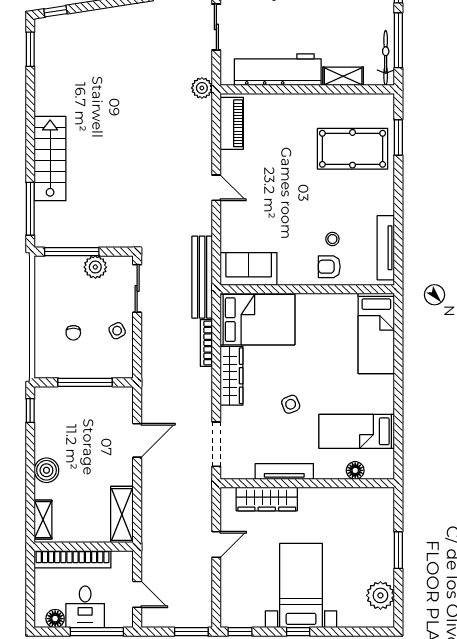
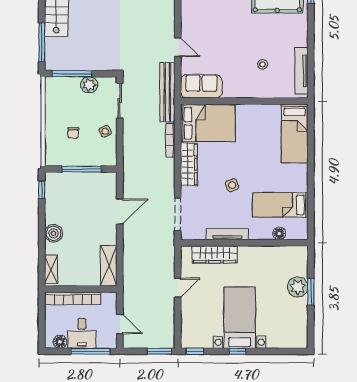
door: (216, 188) -> (178, 47), moved
armchair: (329, 267) -> (260, 85), removed
plant: (380, 595) -> (298, 287), moved

